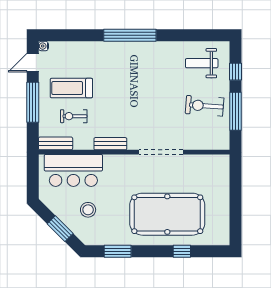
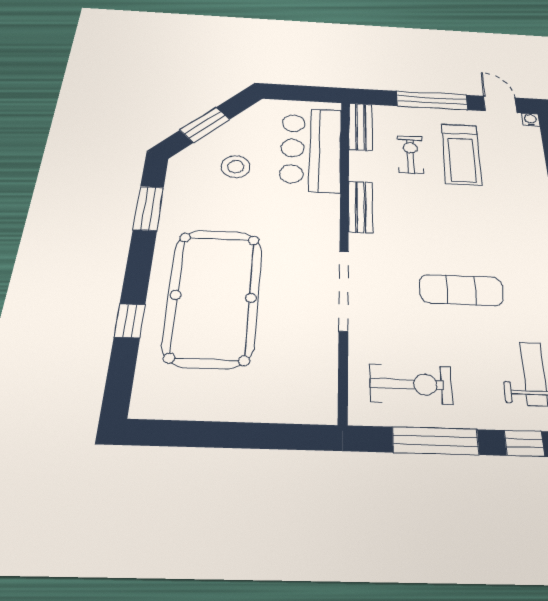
treadmill: (71, 88) -> (461, 154), turned 180
exercise mat: (158, 94) -> (461, 290), added
exercise bike: (205, 106) -> (411, 384), moved, turned 86

